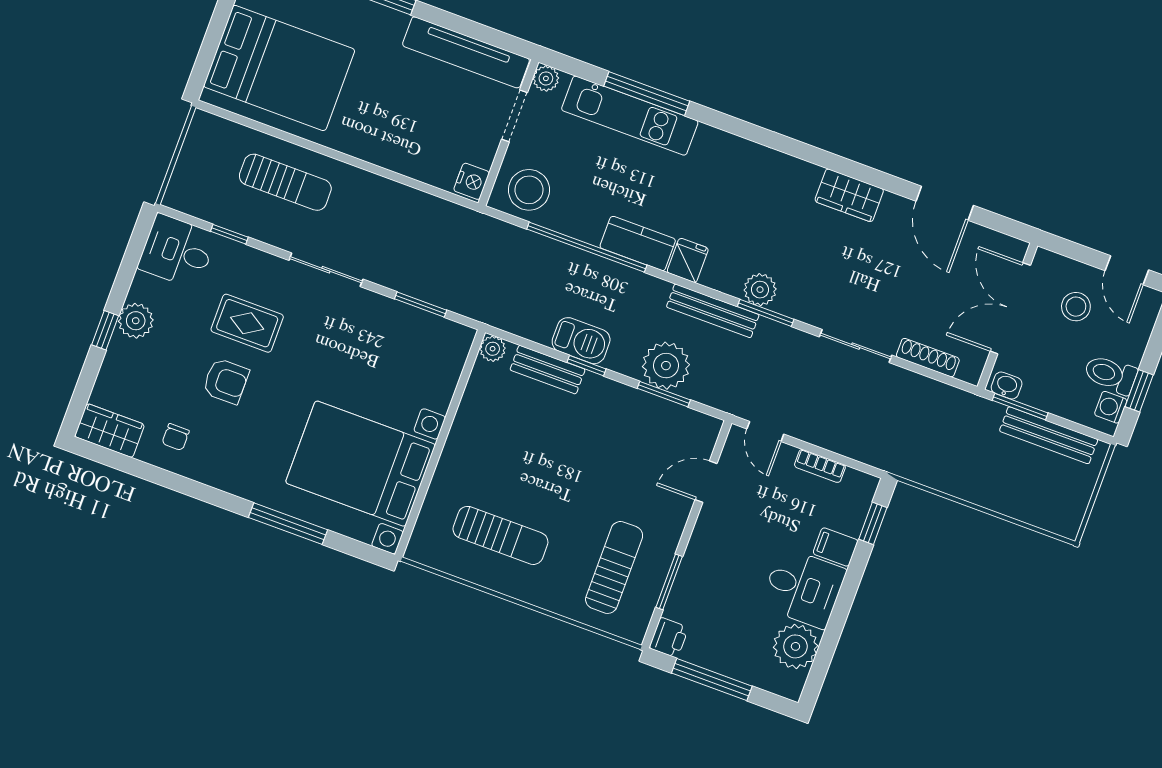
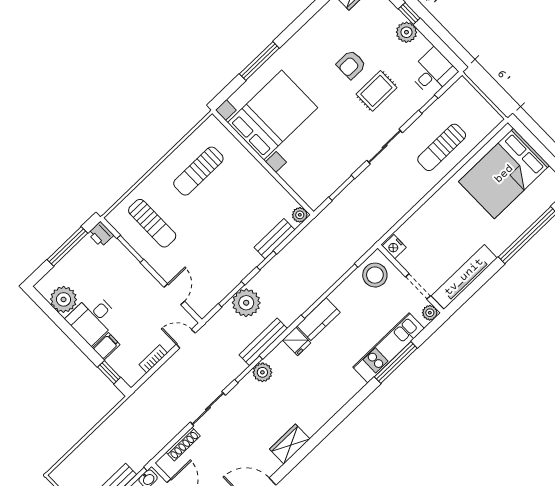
barbecue: (581, 341) -> (281, 264), removed
chair: (176, 437) -> (334, 23), removed

